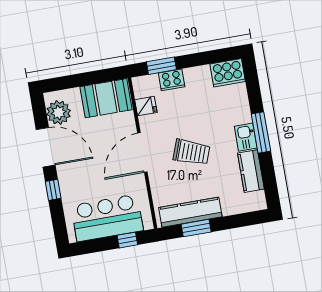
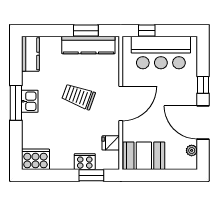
plant: (59, 113) -> (192, 150), width x0.53, depth x0.53
kitchen counter: (251, 171) -> (30, 54), moved

